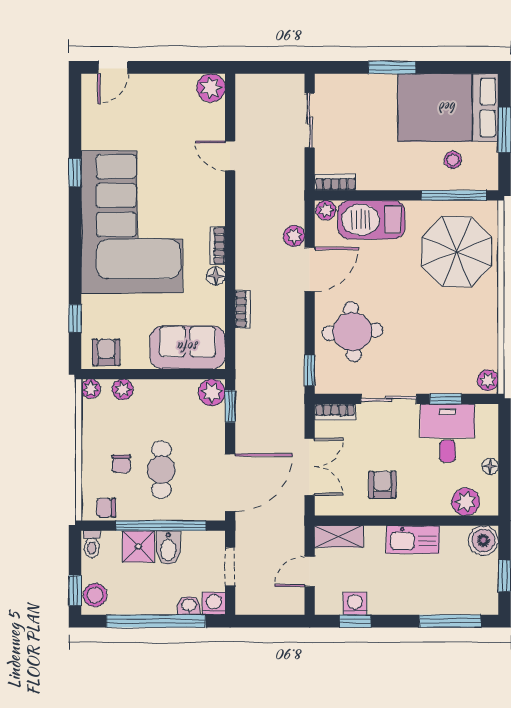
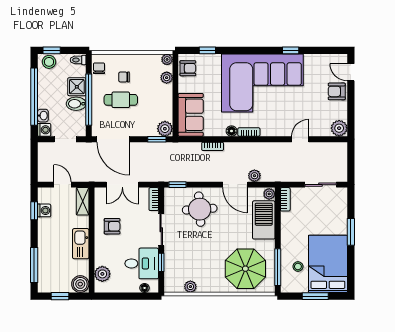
armchair: (147, 92) -> (337, 91), added
plant: (488, 380) -> (190, 287), moved
floor lamp: (490, 466) -> (145, 288), moved

